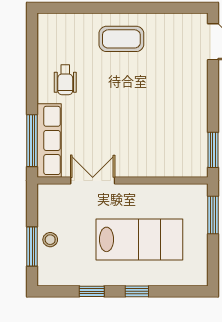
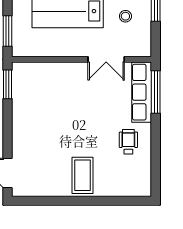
coffee table: (121, 39) -> (82, 175), turned 90
stool: (50, 240) -> (125, 16), moved

